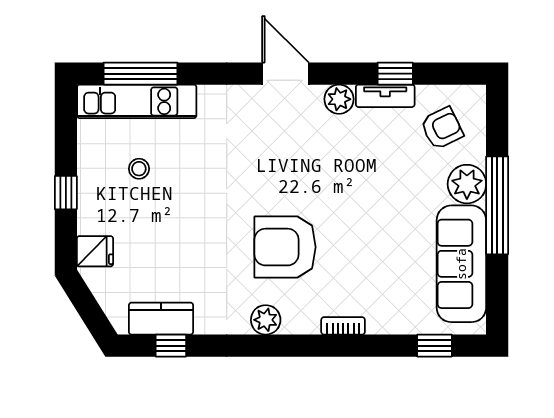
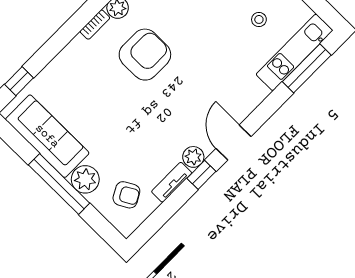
door: (285, 74) -> (233, 142), swing flipped
window: (395, 74) -> (201, 175), moved
armchair: (442, 128) -> (126, 195), turned -93
bookcase: (343, 326) -> (95, 25), moved

